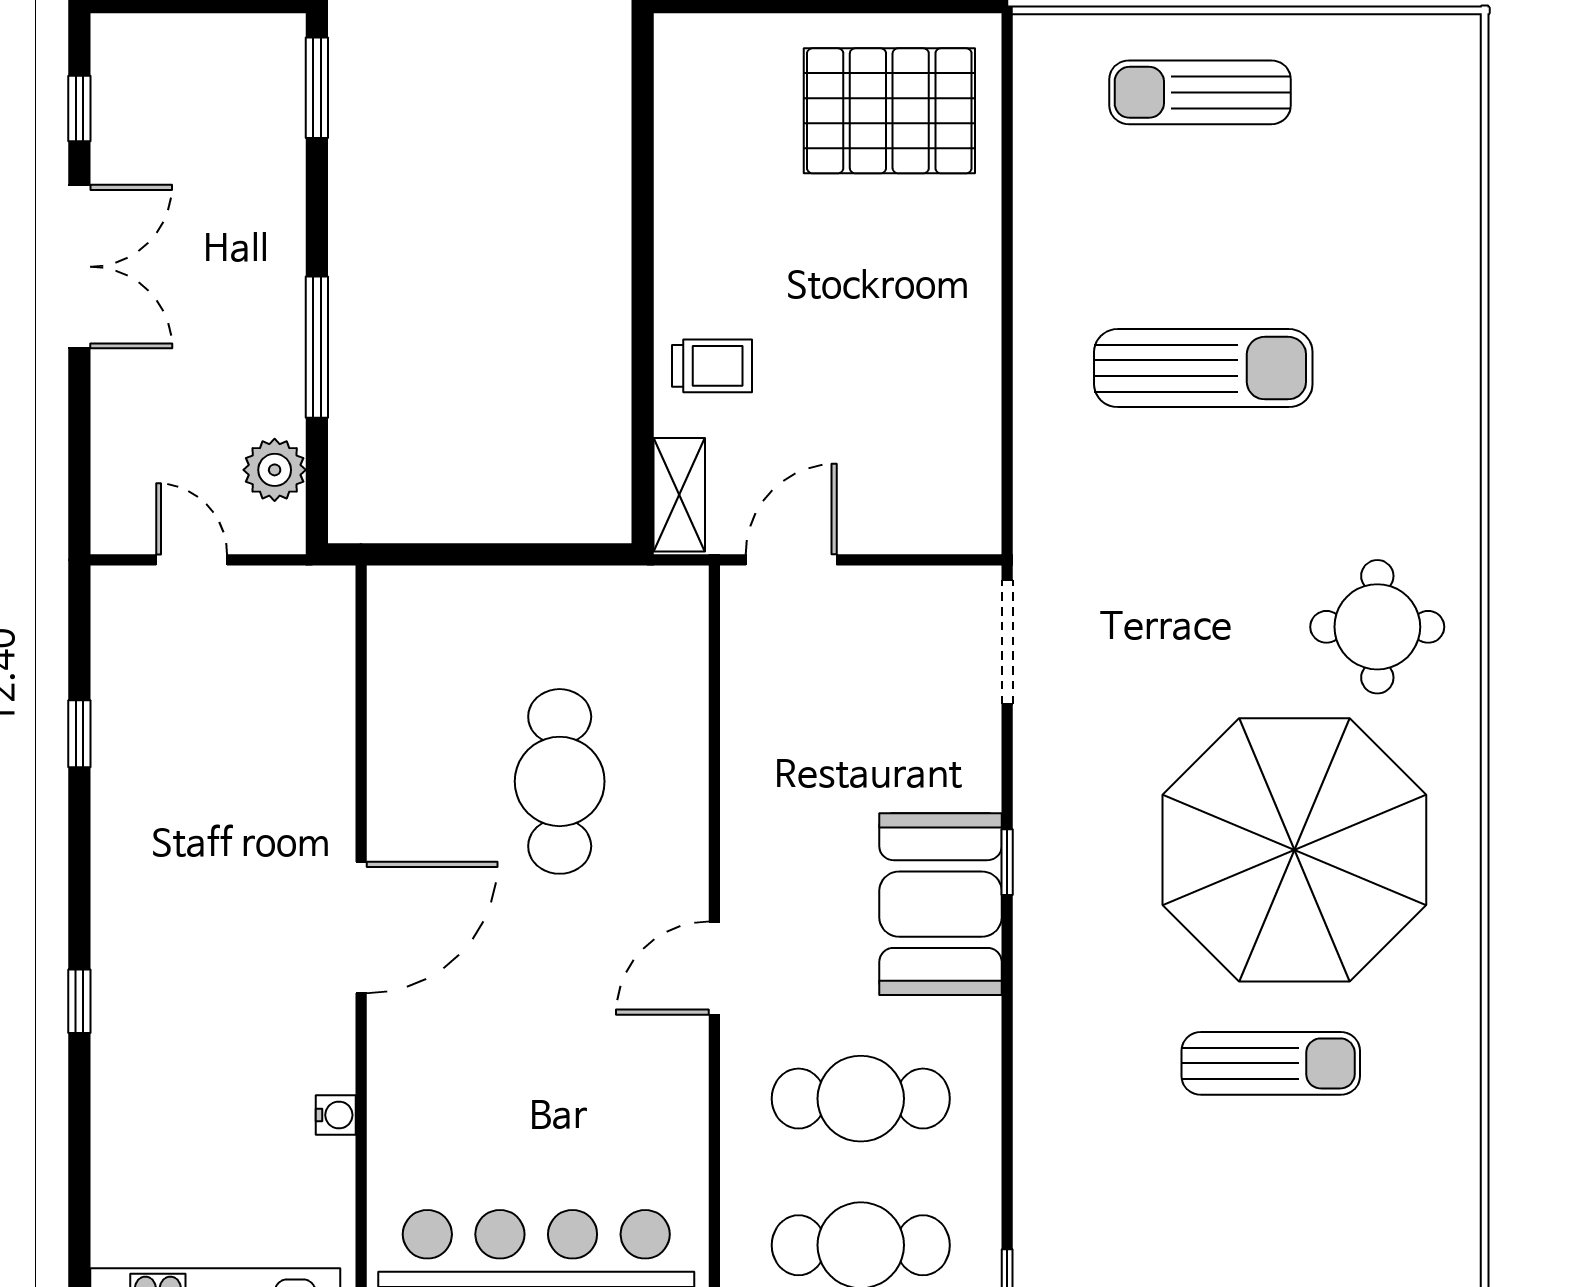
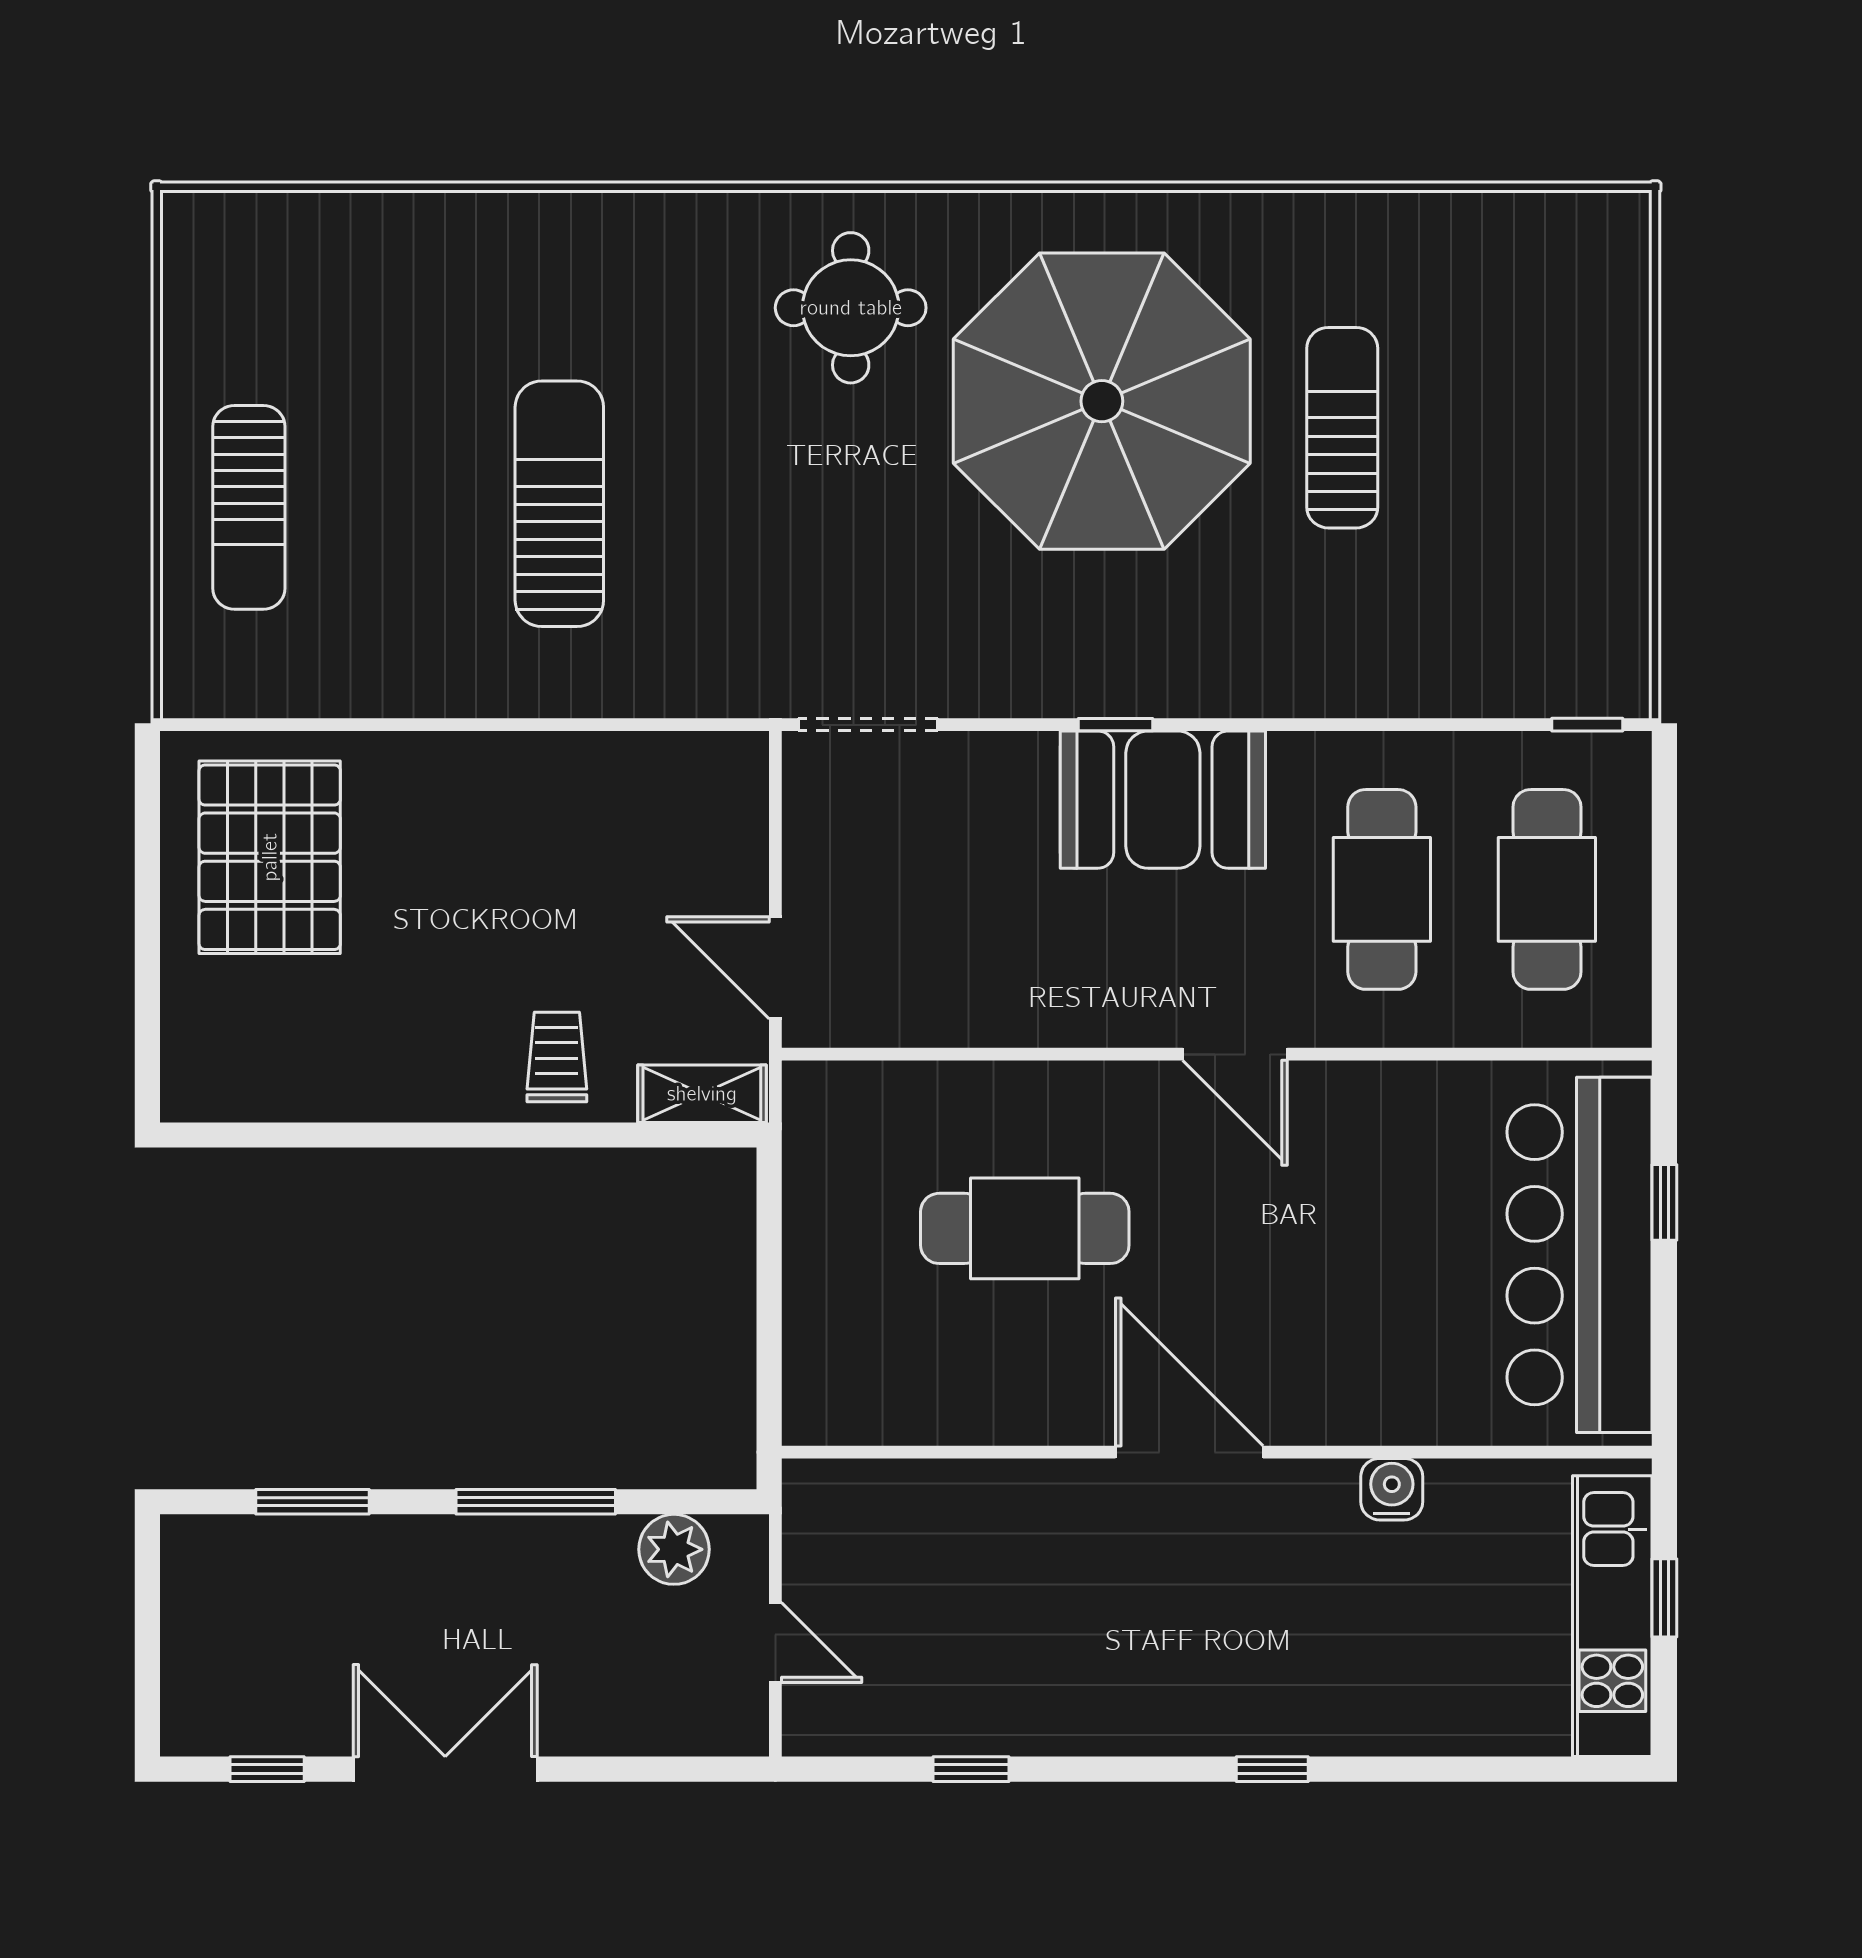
window: (317, 88) -> (313, 1502), moved
door: (192, 560) -> (775, 1643), swing flipped
water cooler: (336, 1115) -> (1392, 1489), width x1.38, depth x1.38

